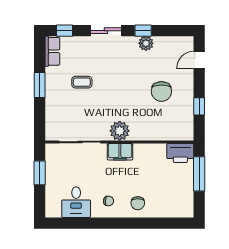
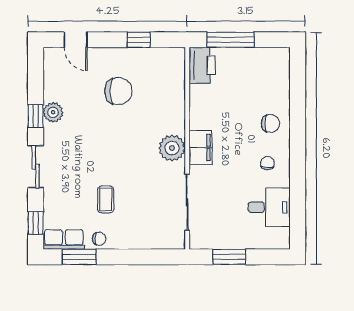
chair: (53, 77) -> (99, 239), added
window: (40, 85) -> (79, 257), moved

